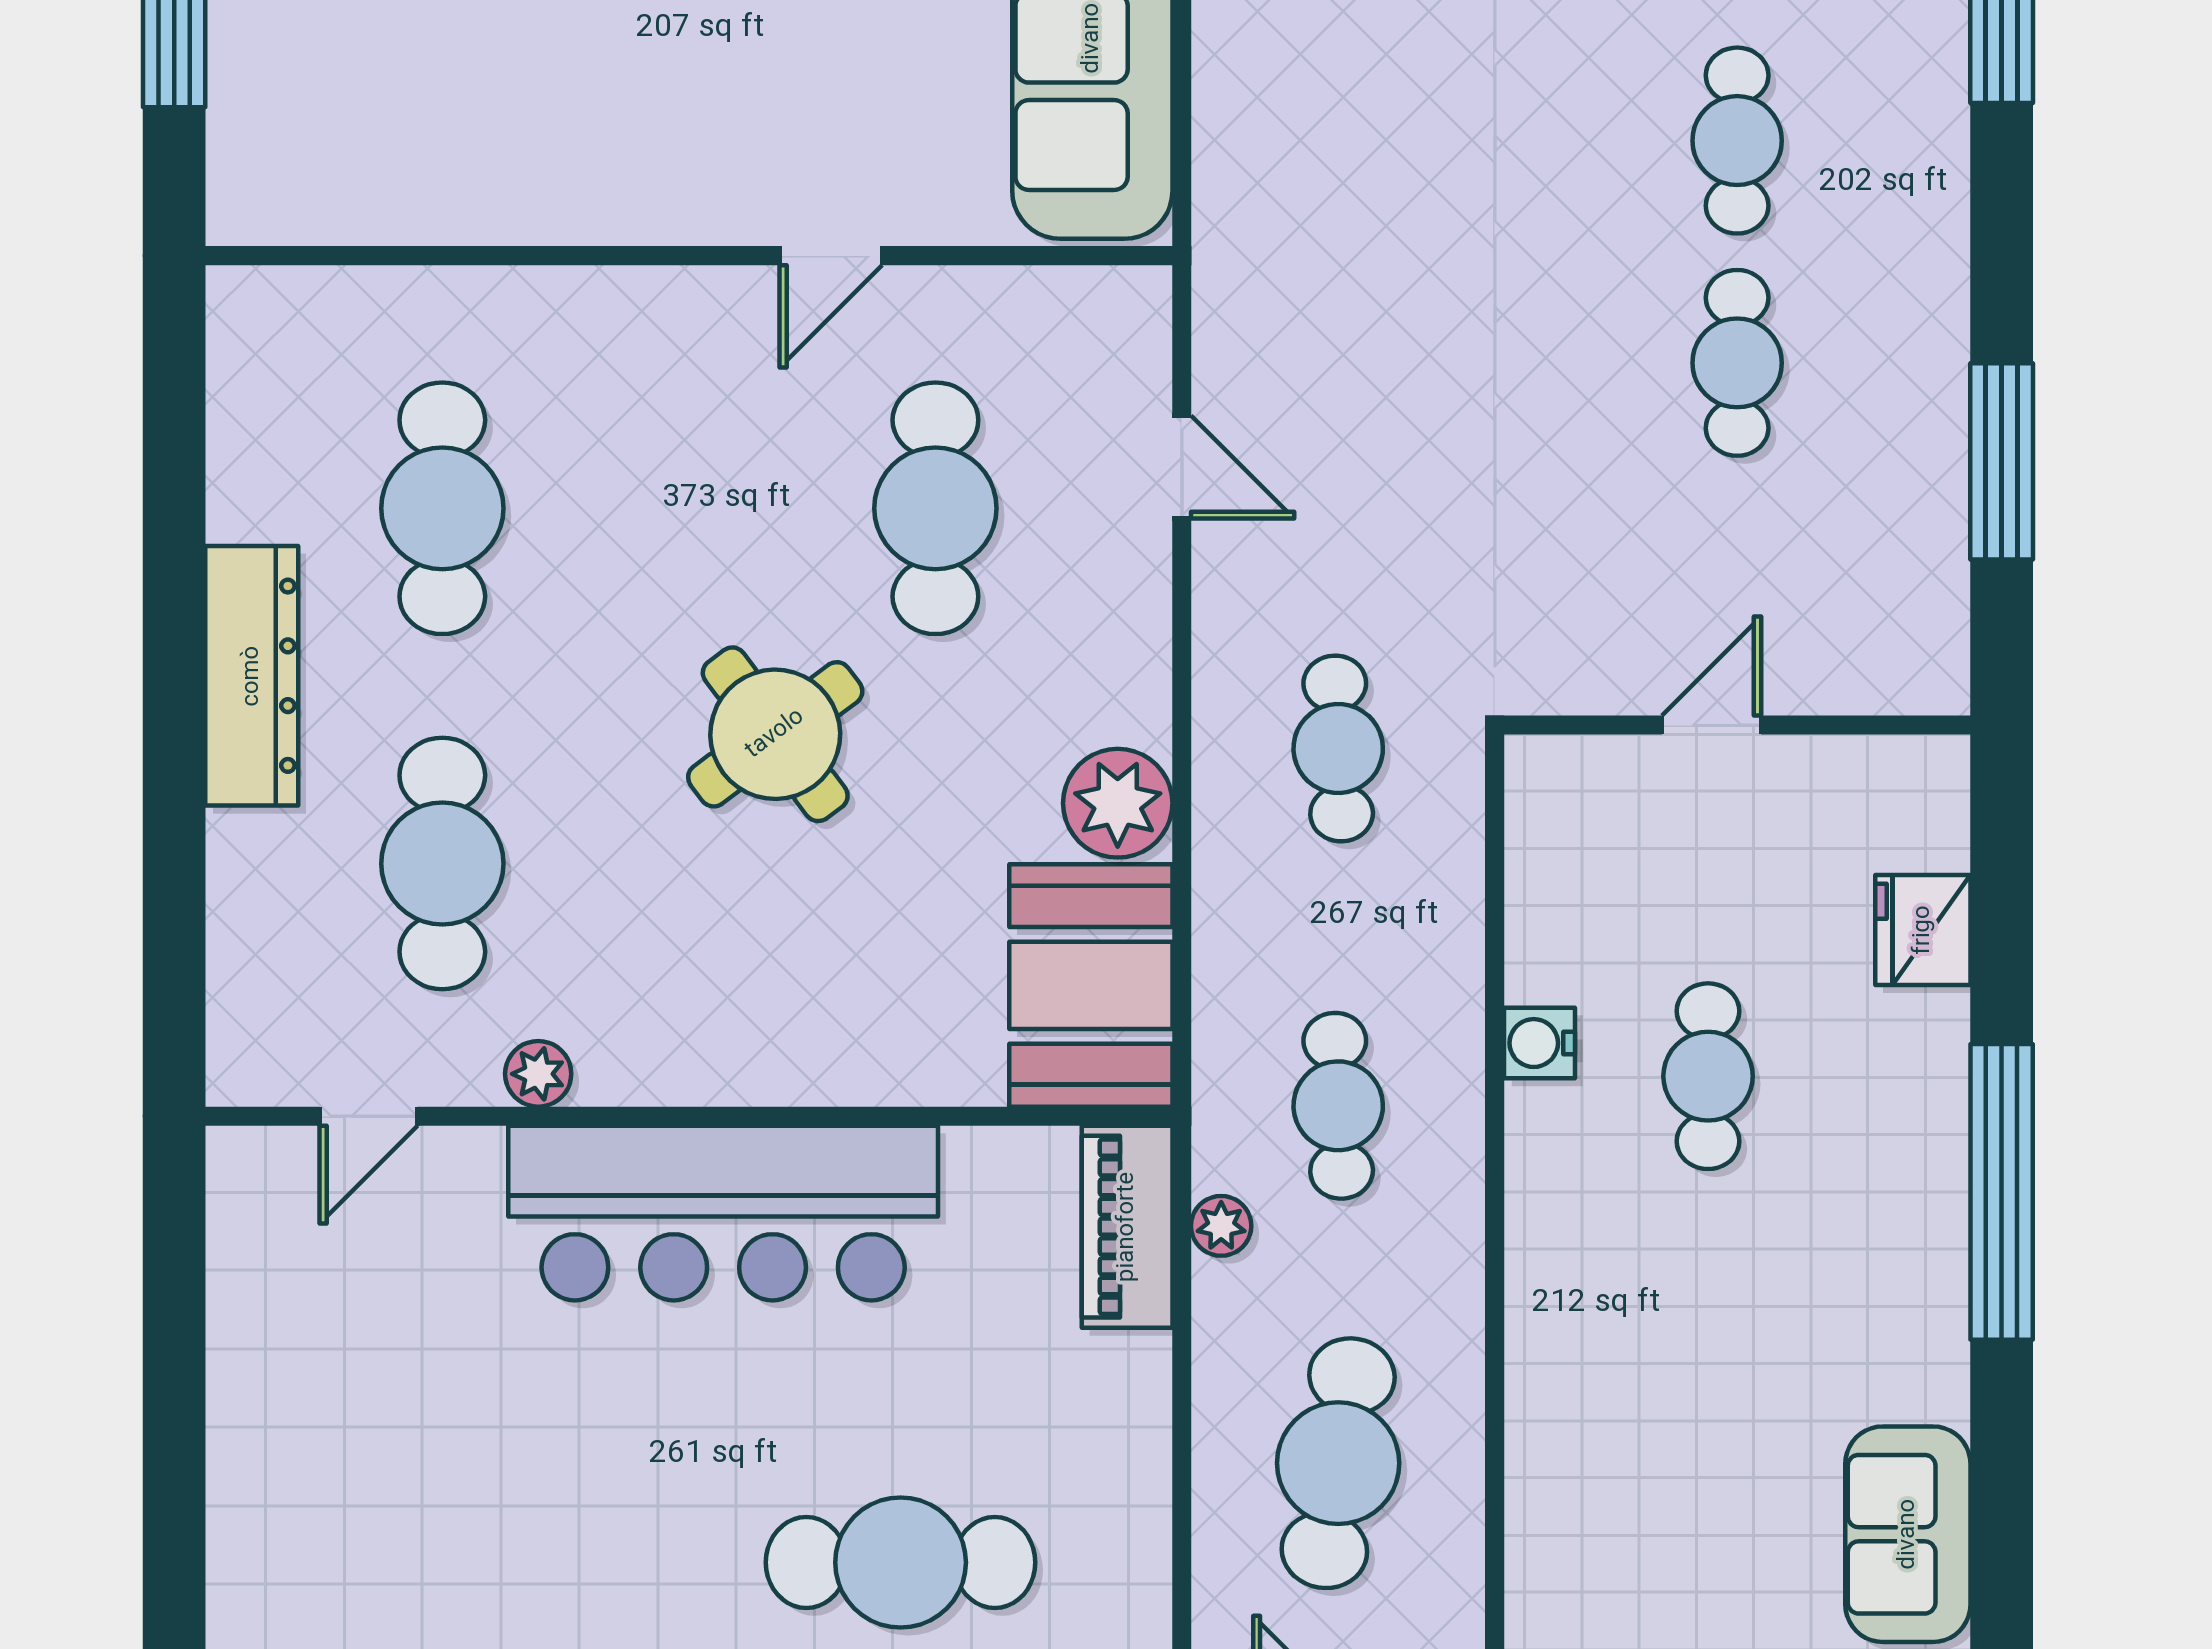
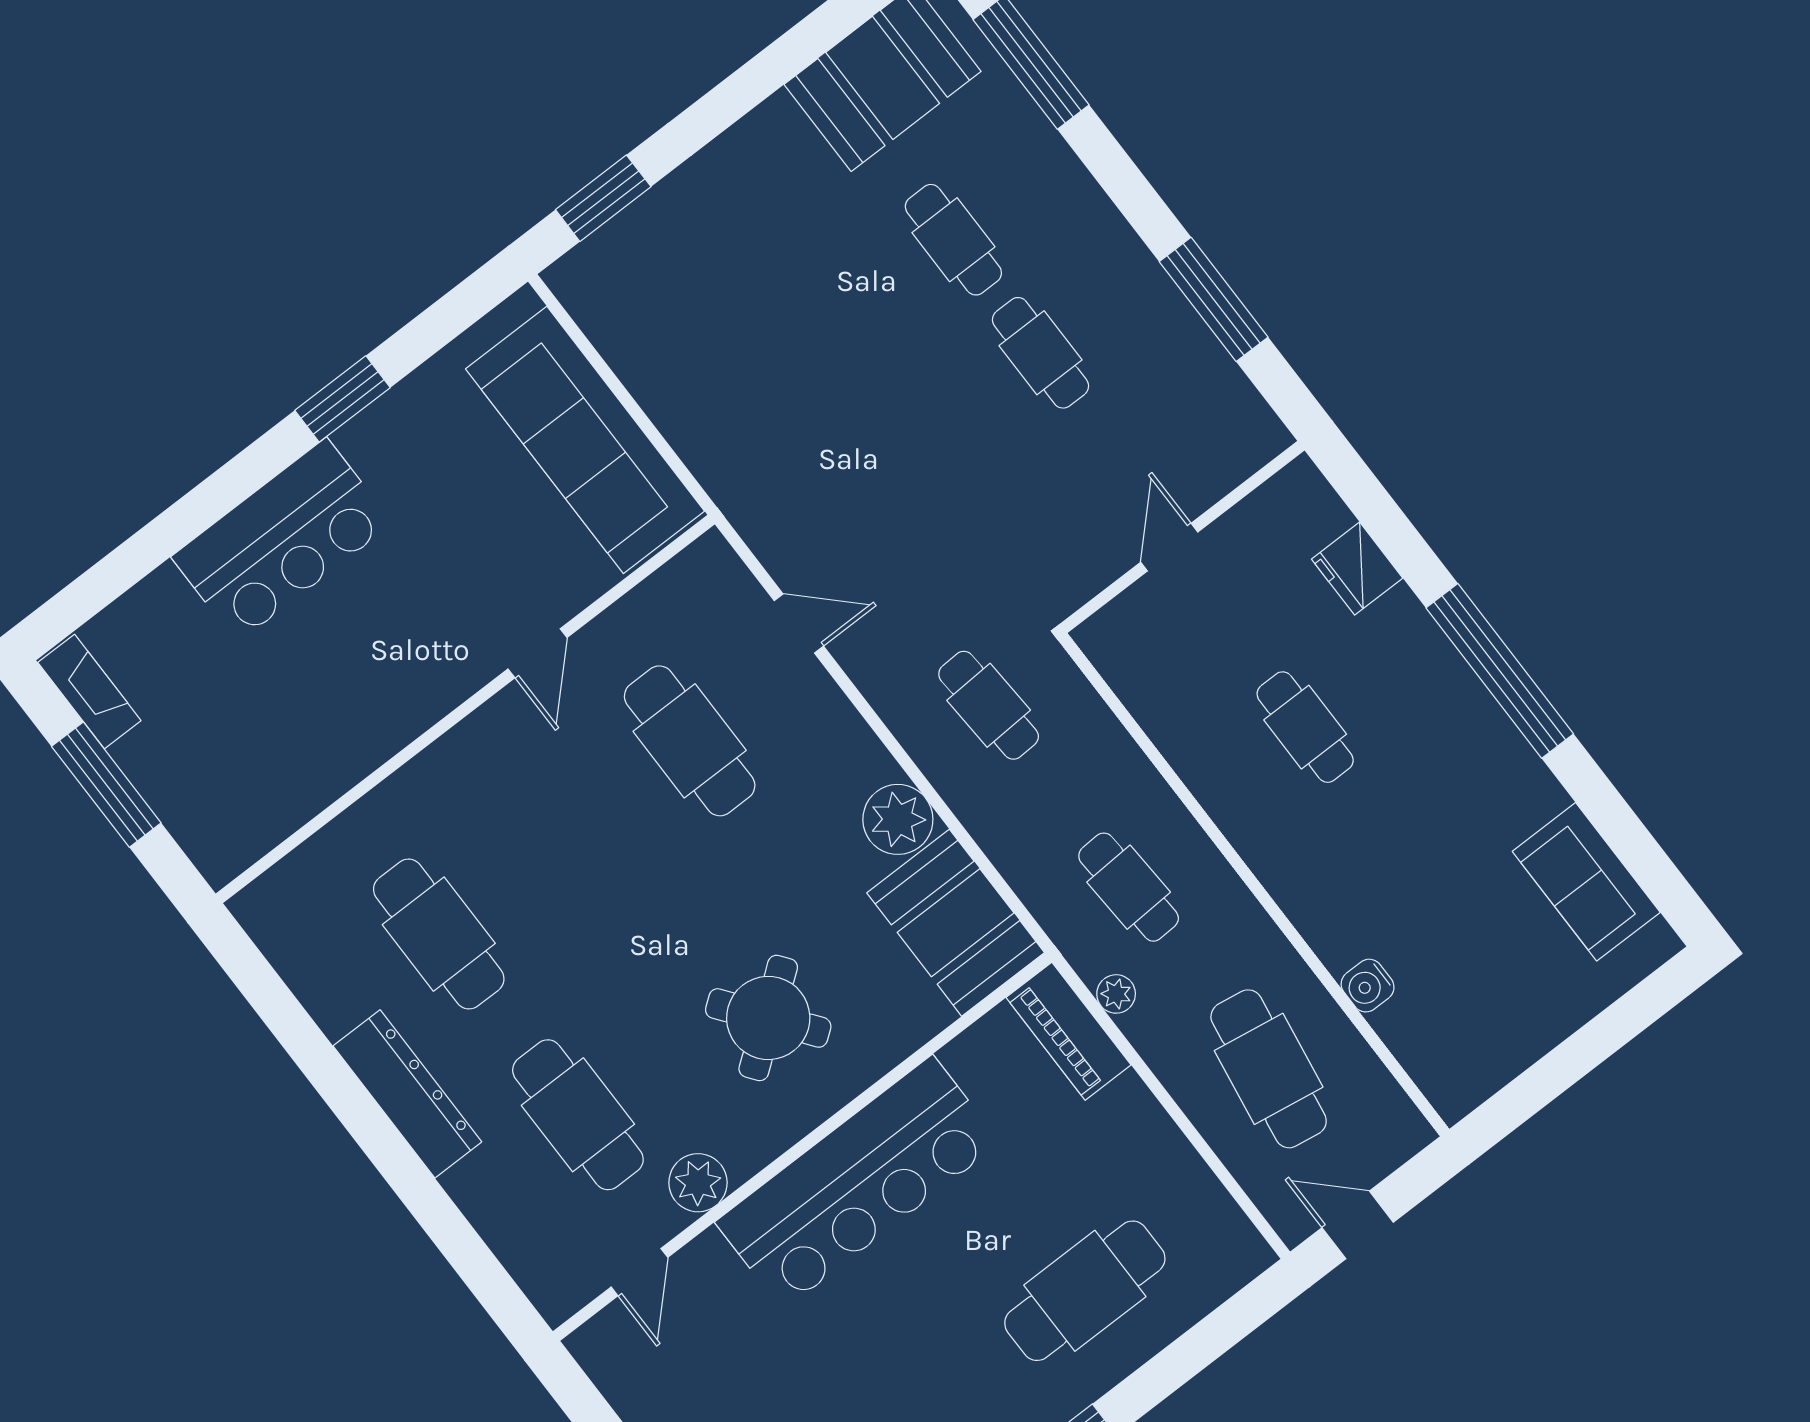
round table: (775, 734) -> (768, 1018), moved
water cooler: (1539, 1043) -> (1368, 986), moved
plant: (538, 1074) -> (698, 1183), width x1.38, depth x1.38

